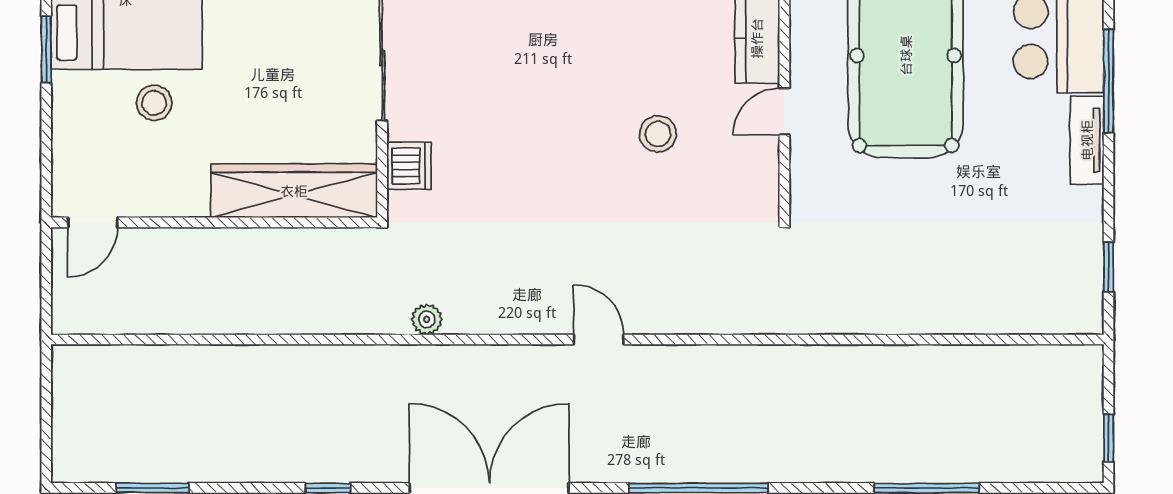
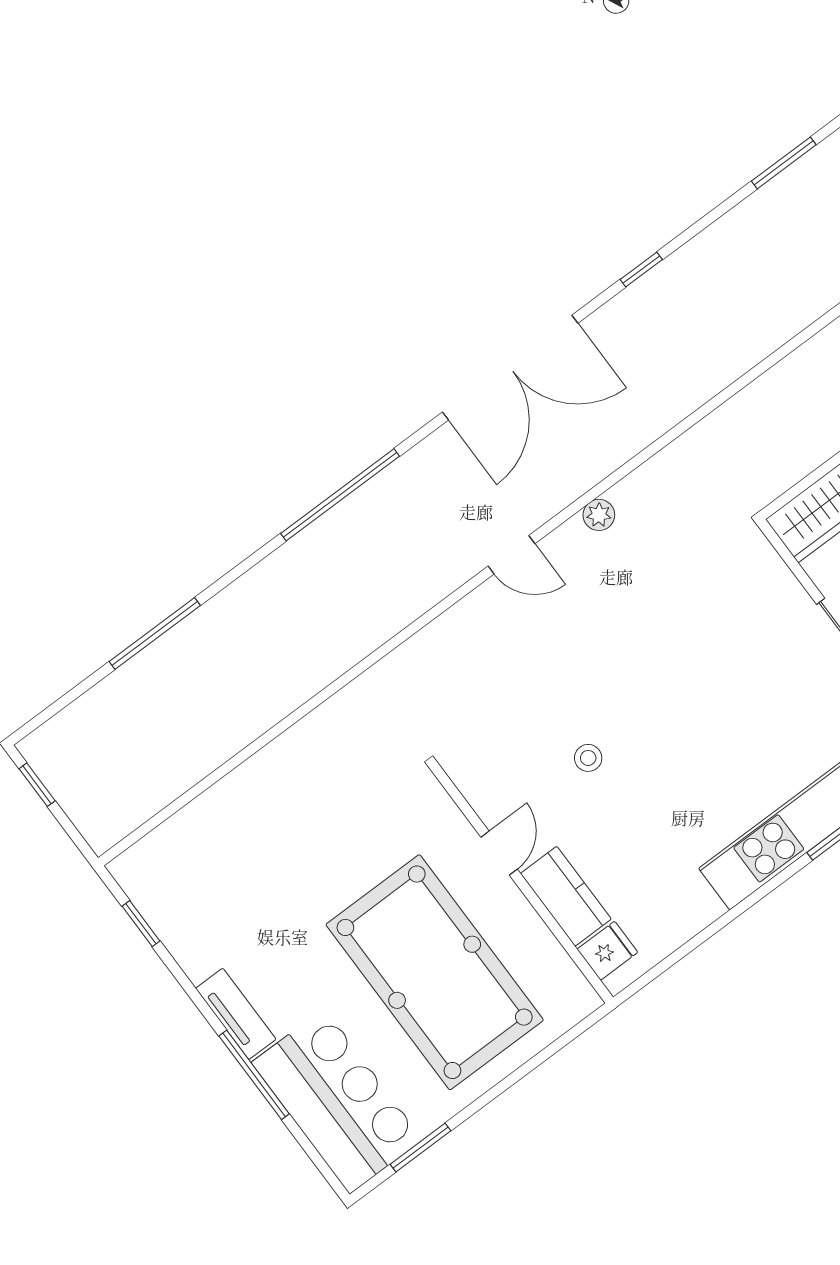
stool: (658, 134) -> (588, 758), width x0.73, depth x0.73
dishwasher: (409, 166) -> (771, 581), removed
plant: (427, 319) -> (599, 515), moved

